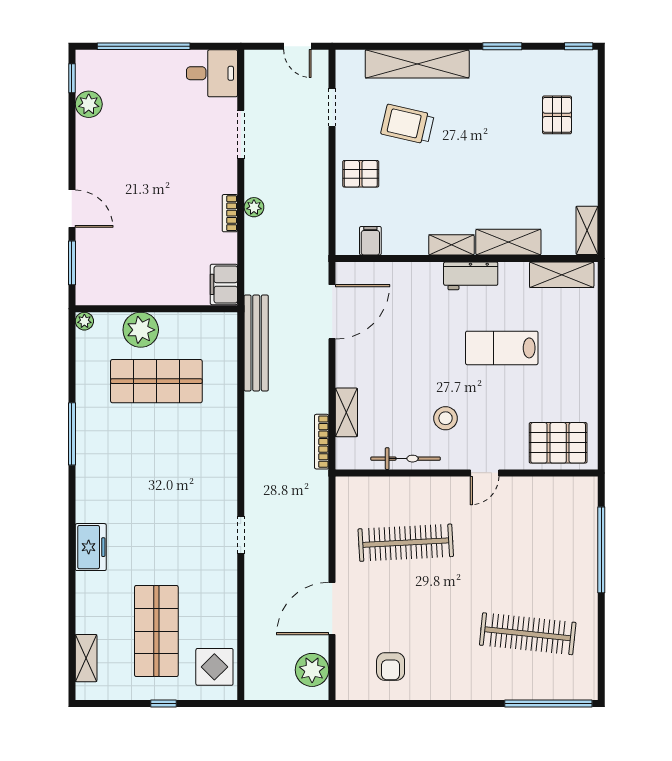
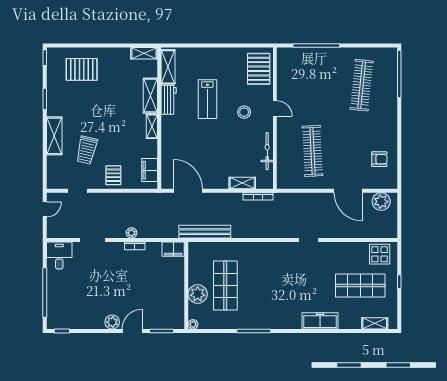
shelving: (417, 64) -> (54, 136), width x0.68
plant: (89, 104) -> (112, 322), moved
pallet: (557, 115) -> (82, 69), width x1.50, depth x1.42
filing cabinet: (370, 241) -> (150, 170), width x2.00
workbench: (471, 276) -> (169, 100), moved
stool: (446, 418) -> (244, 112), moved
freezer: (91, 547) -> (320, 321), width x1.40

